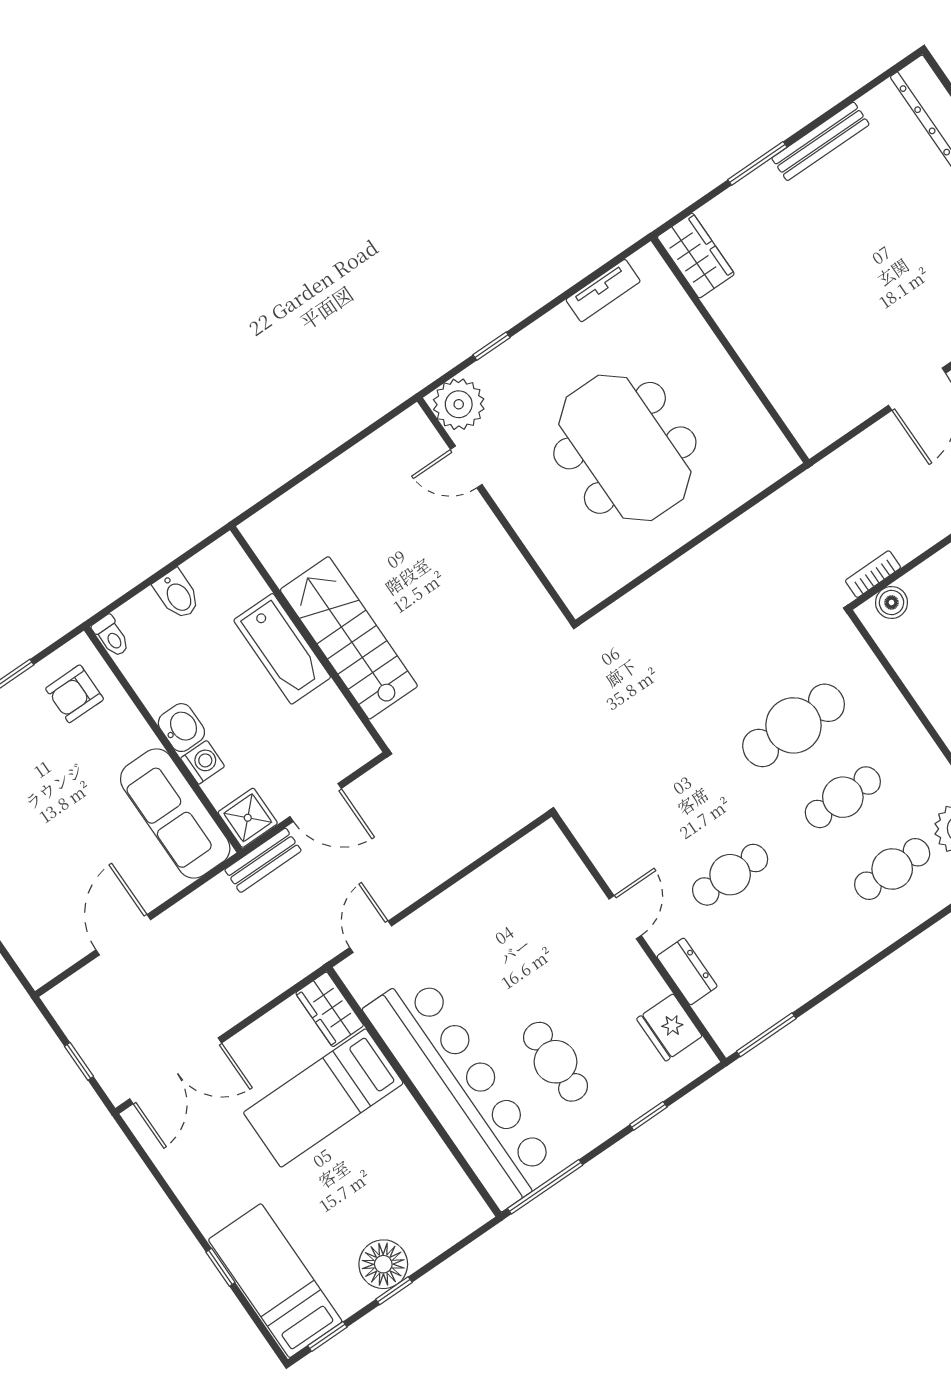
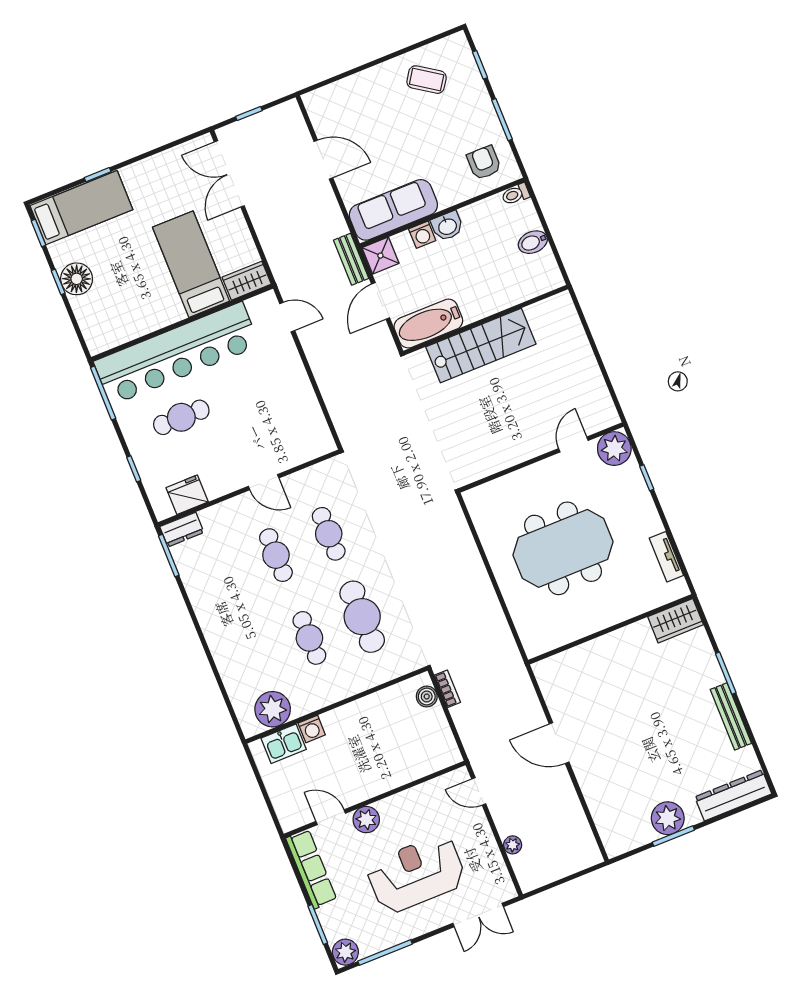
bathtub: (282, 649) -> (428, 324), moved
cafe table: (892, 869) -> (329, 534), moved
dresser: (687, 971) -> (182, 530), moved

